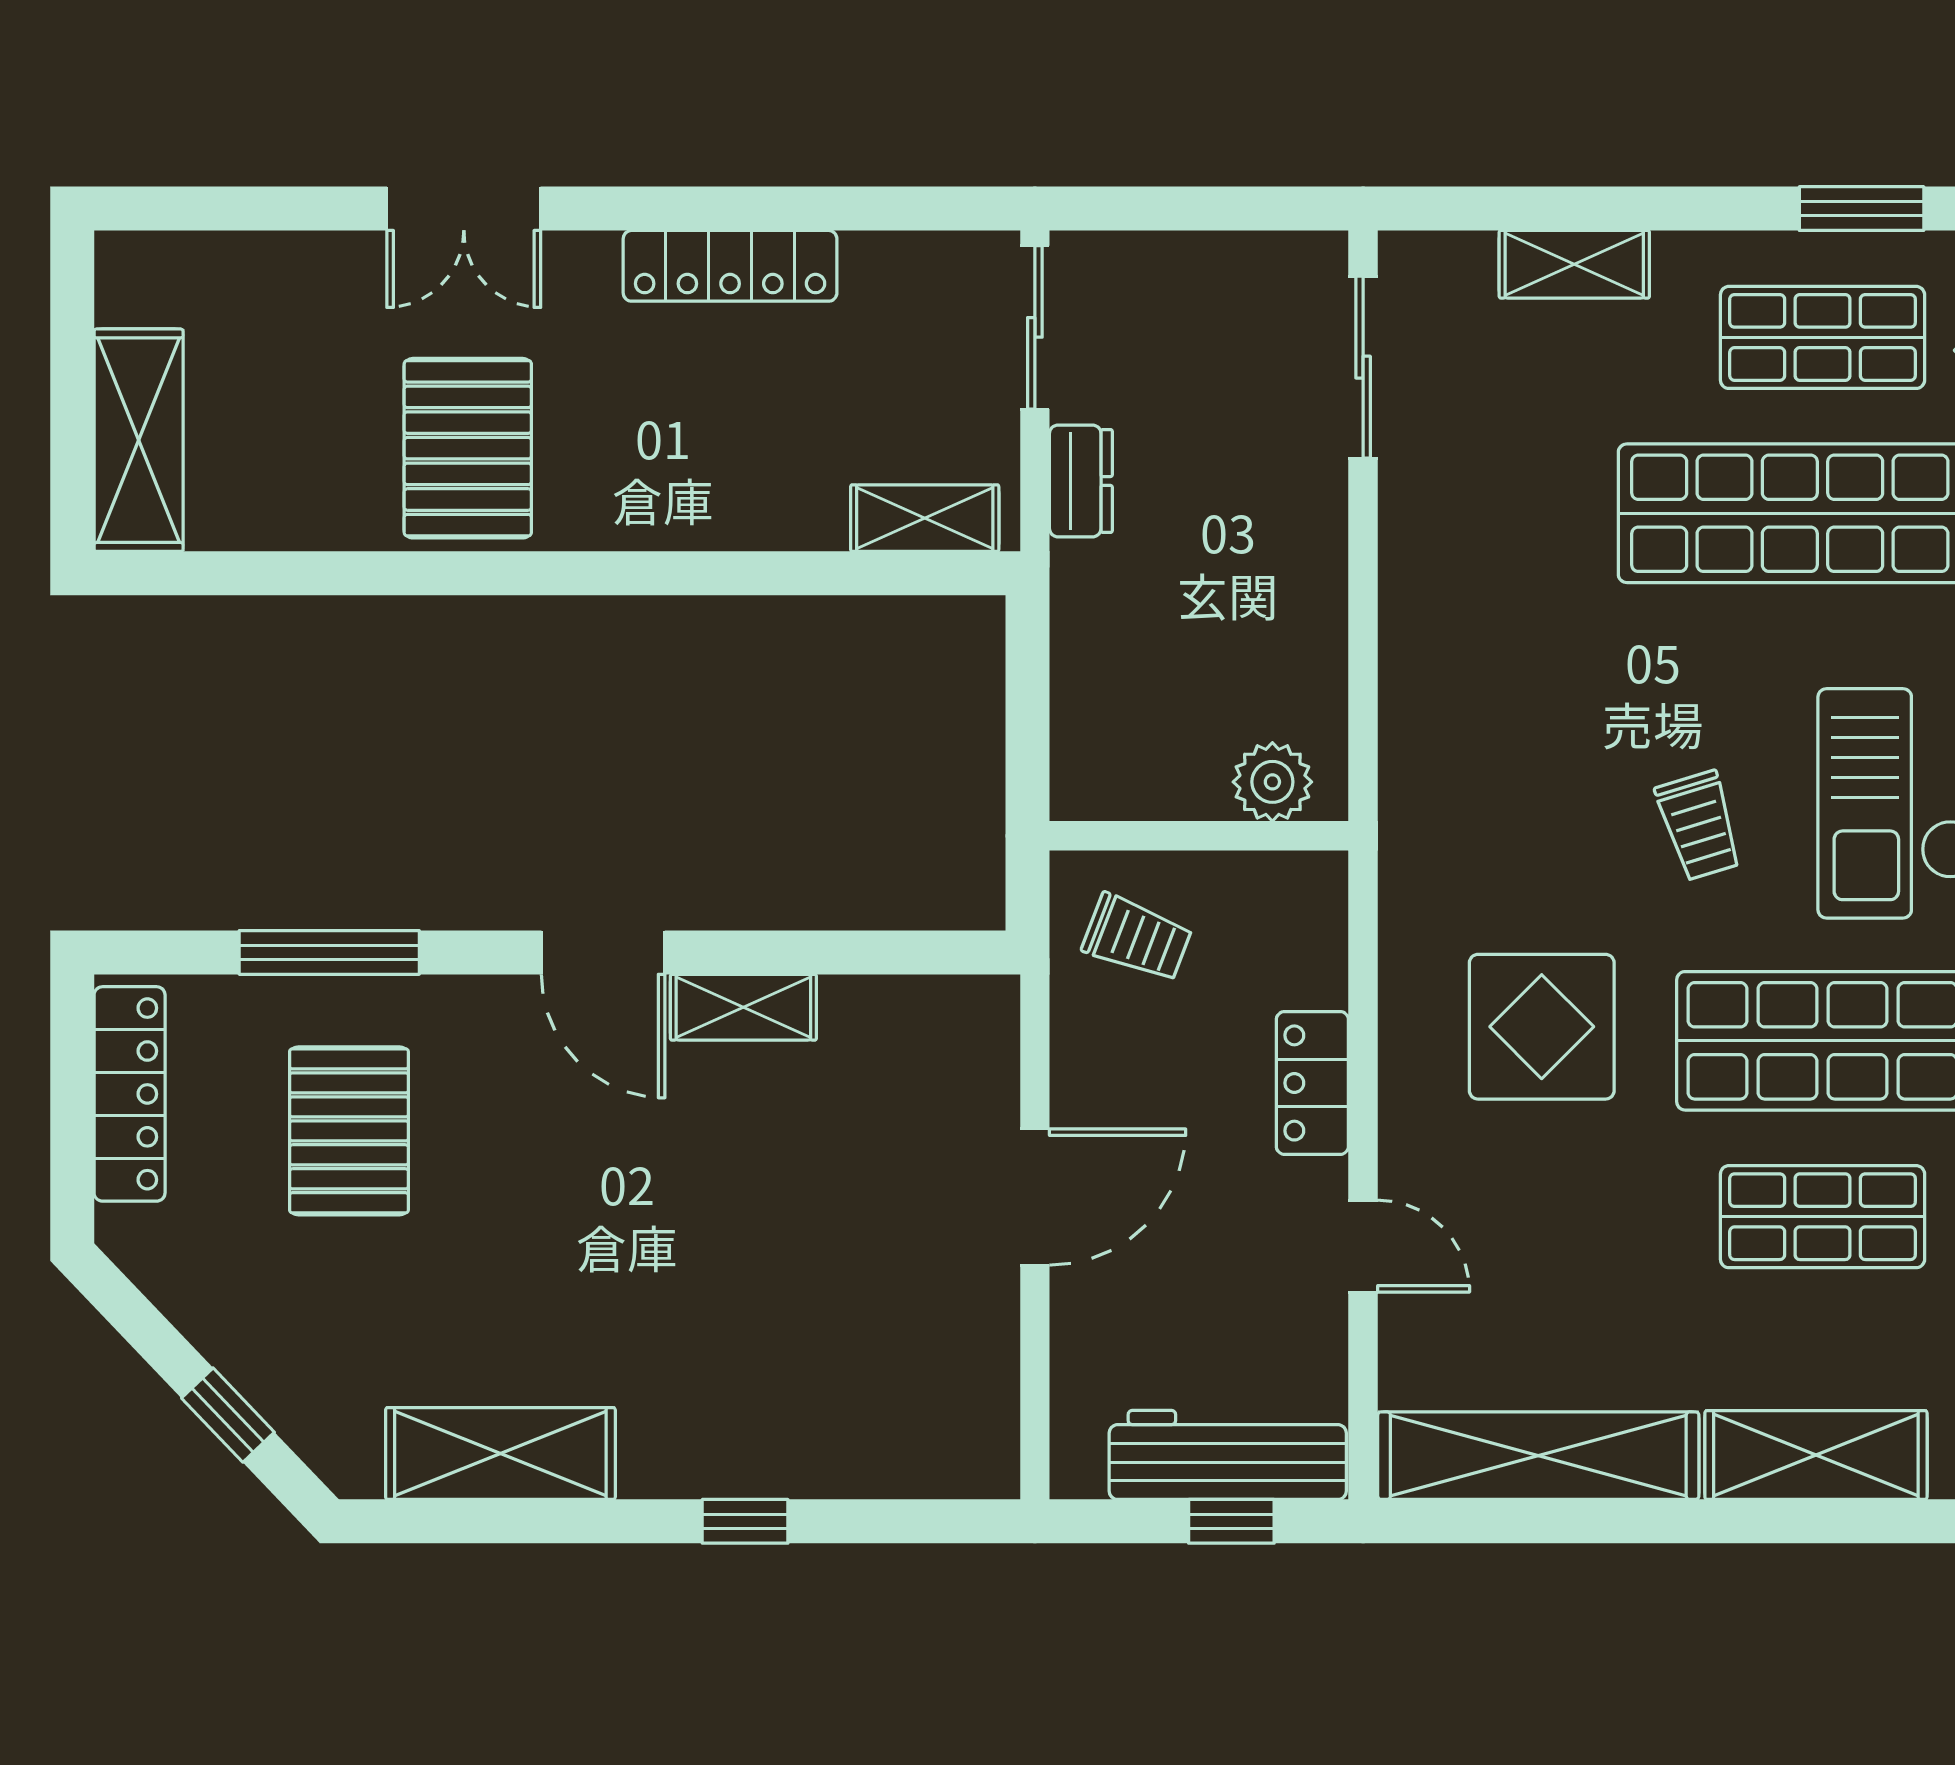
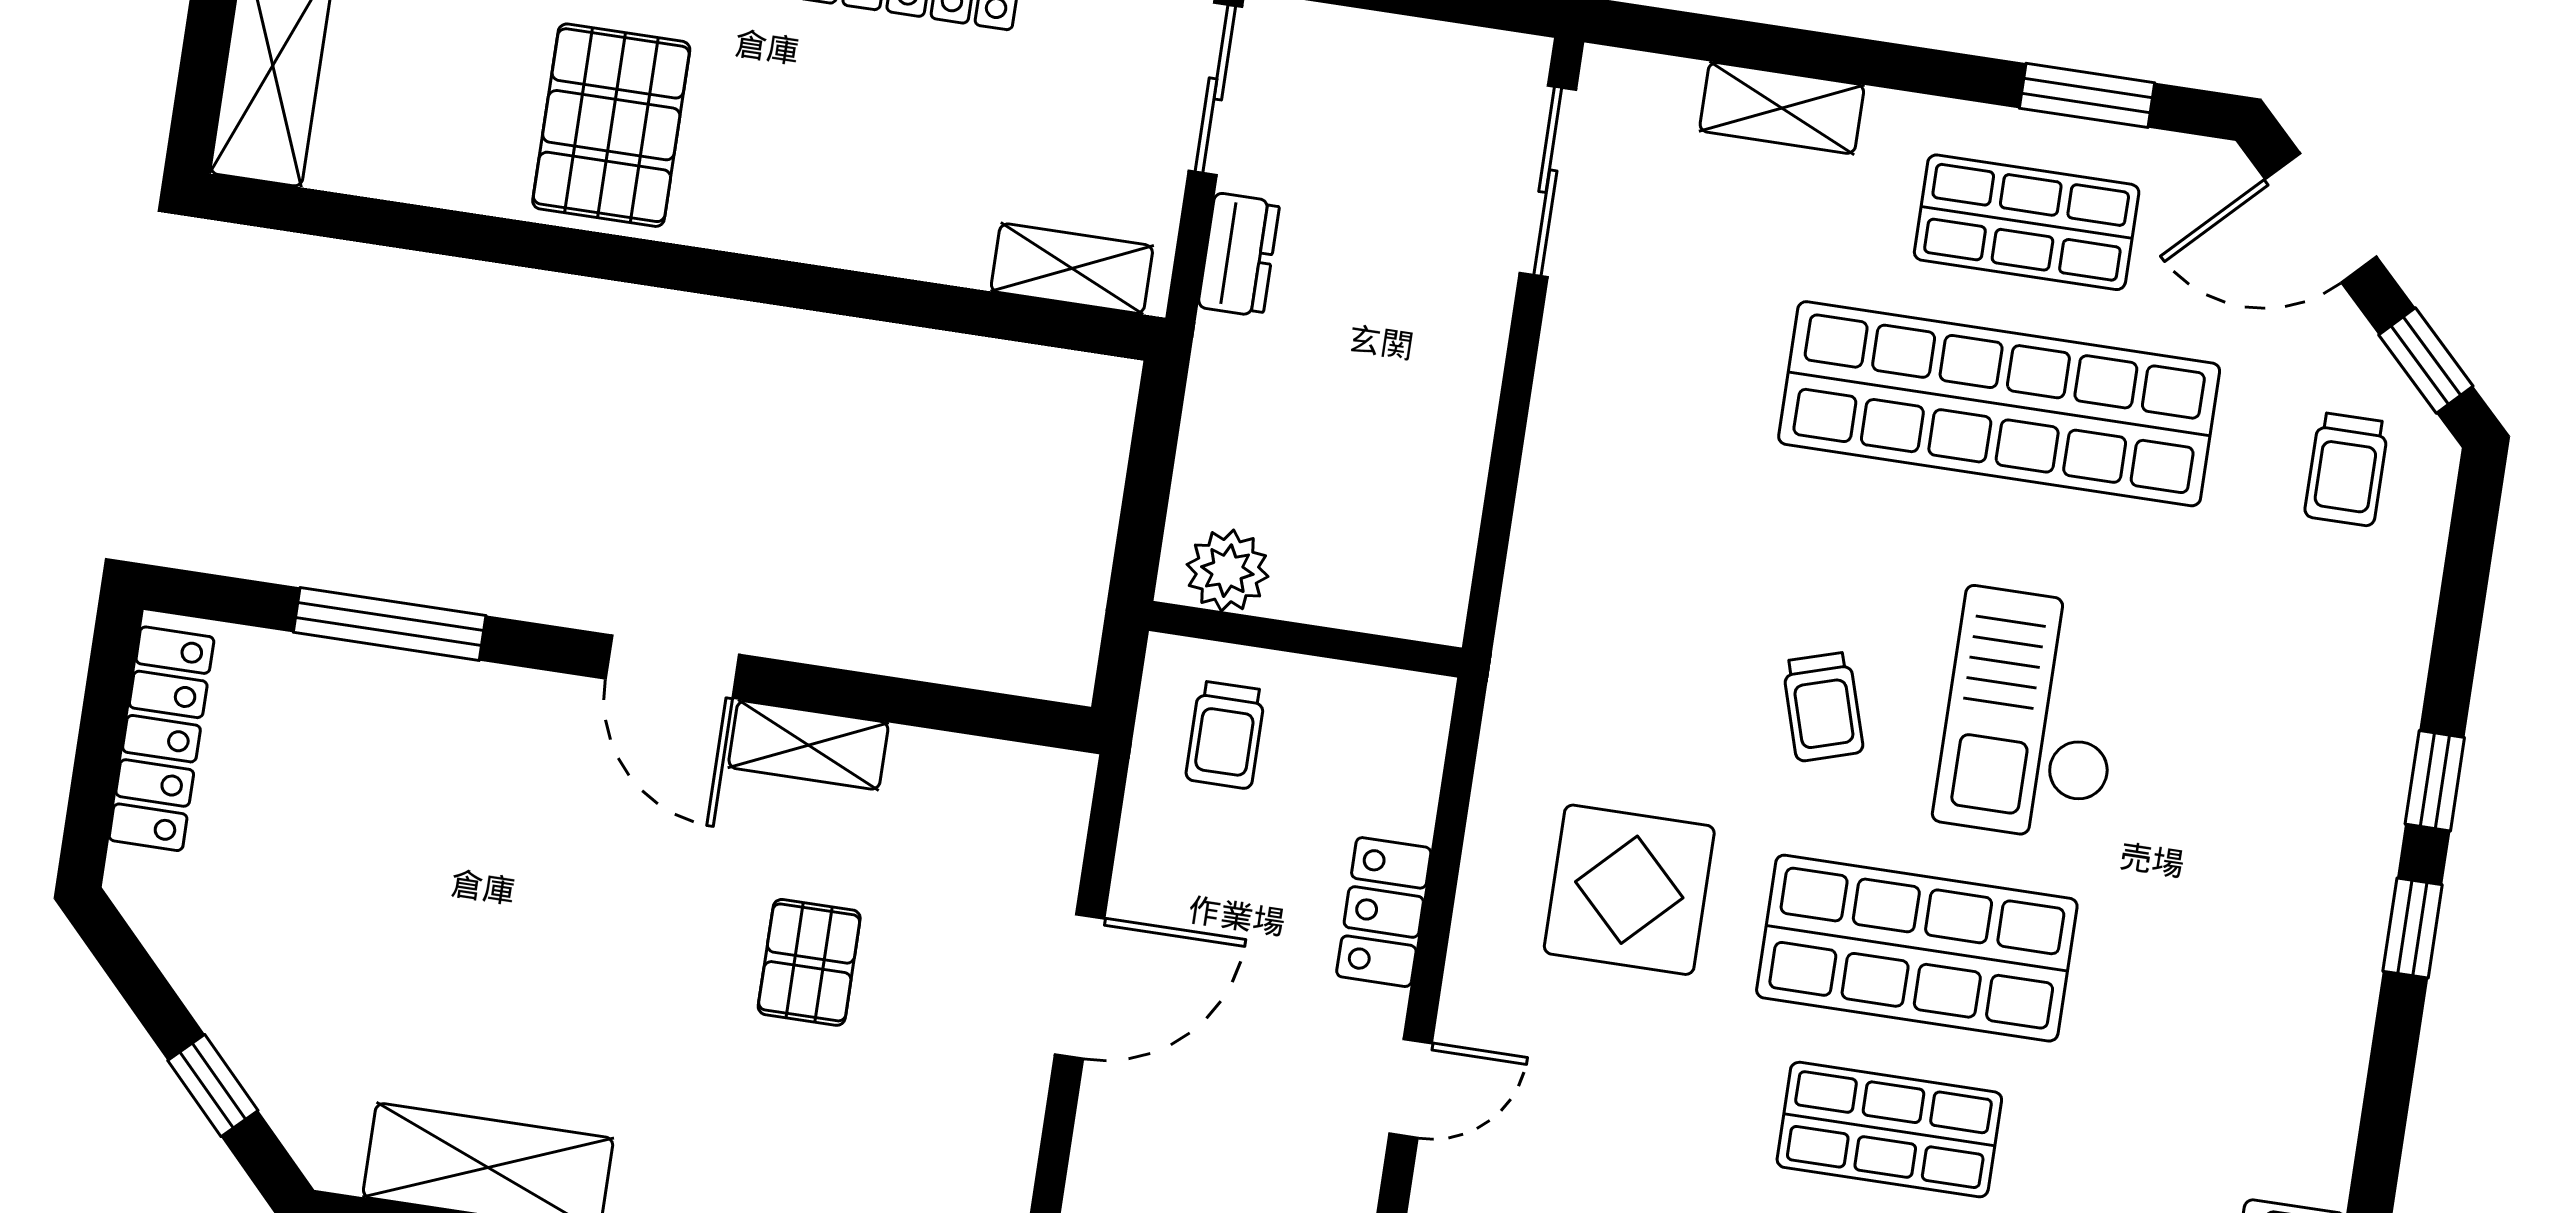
plant: (1272, 782) -> (1227, 571), moved
trolley: (1137, 938) -> (1225, 735), turned 69
pallet: (349, 1131) -> (809, 962), moved, width x0.67, depth x0.71
door: (1363, 1246) -> (1411, 1088), hinge flipped

